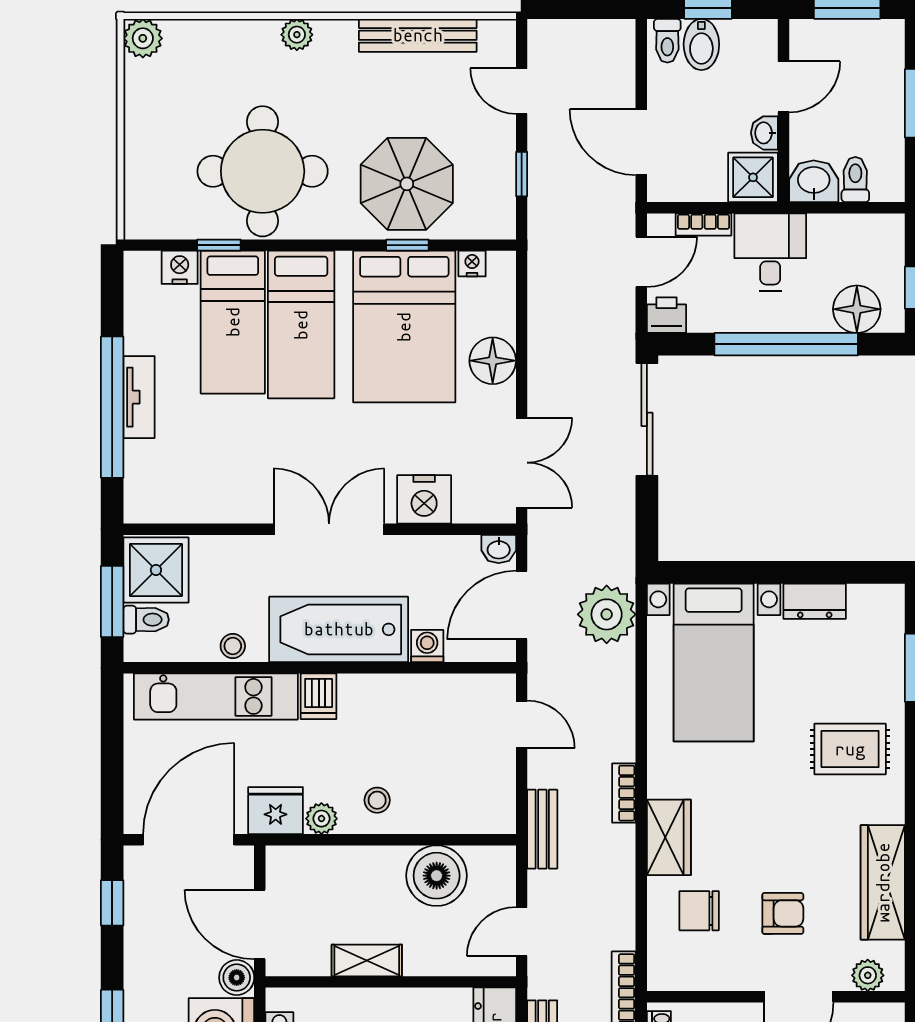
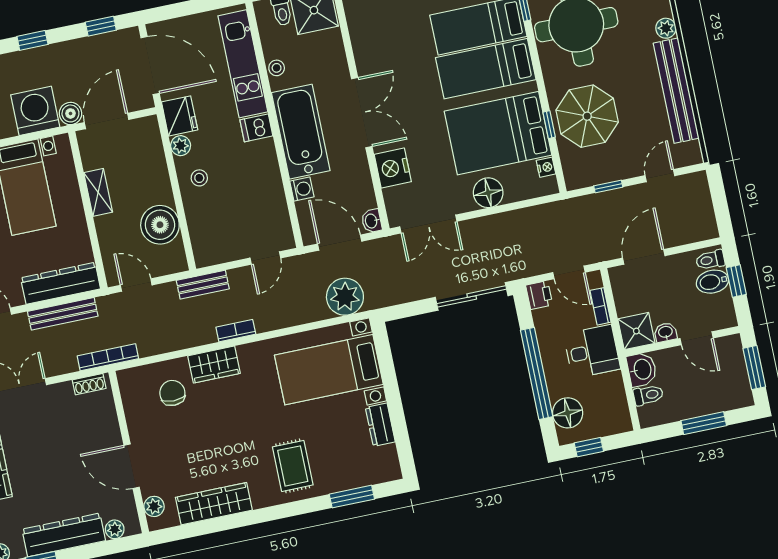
bench: (418, 35) -> (676, 91), width x1.37, depth x1.21
armchair: (783, 913) -> (182, 445), removed

